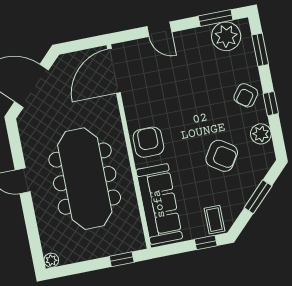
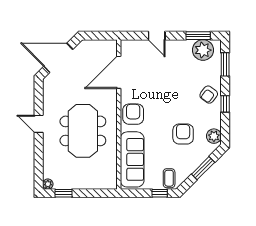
door: (114, 71) -> (119, 72), moved
plant: (261, 134) -> (214, 136), moved
armchair: (222, 156) -> (183, 134), turned -123
meeting table: (85, 179) -> (83, 131), width x0.73
window: (122, 259) -> (63, 193), moved

